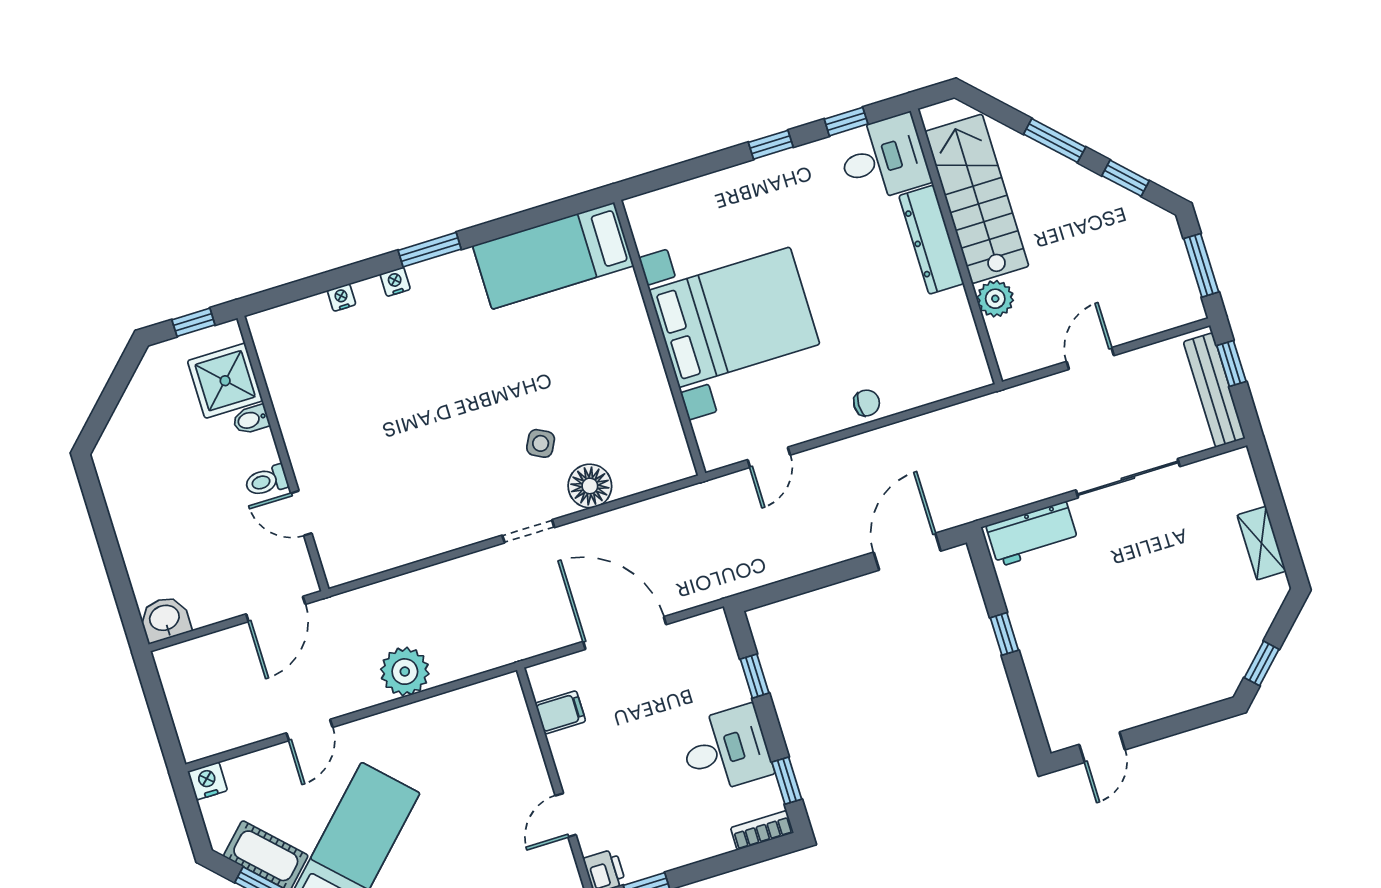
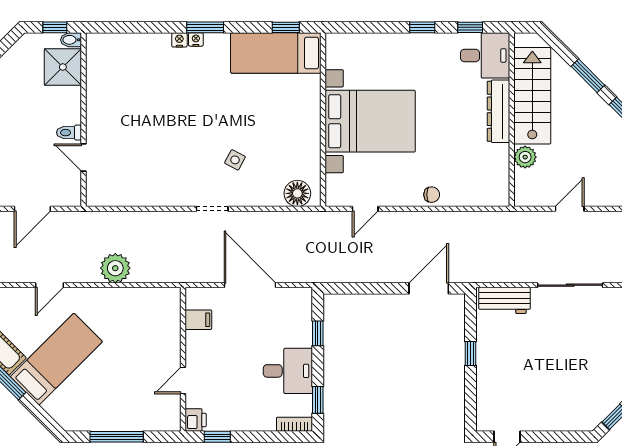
window: (556, 211) -> (286, 27), added
nightstand: (342, 298) -> (196, 39), moved
bidet: (251, 420) -> (71, 40), moved
floor lamp: (590, 486) -> (297, 193), moved
door: (276, 609) -> (32, 209), moved

